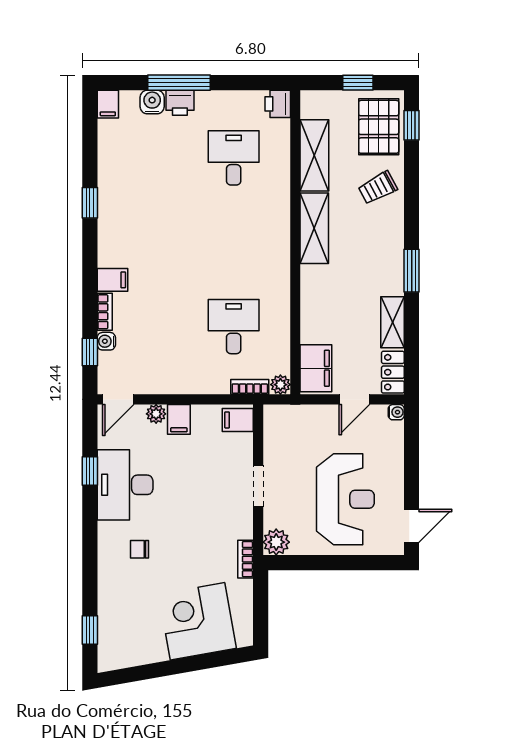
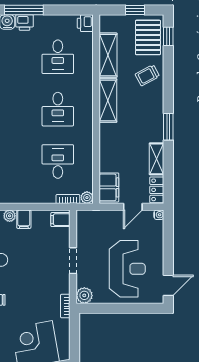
desk: (234, 158) -> (58, 57), turned 180
desk: (234, 242) -> (58, 109), added

